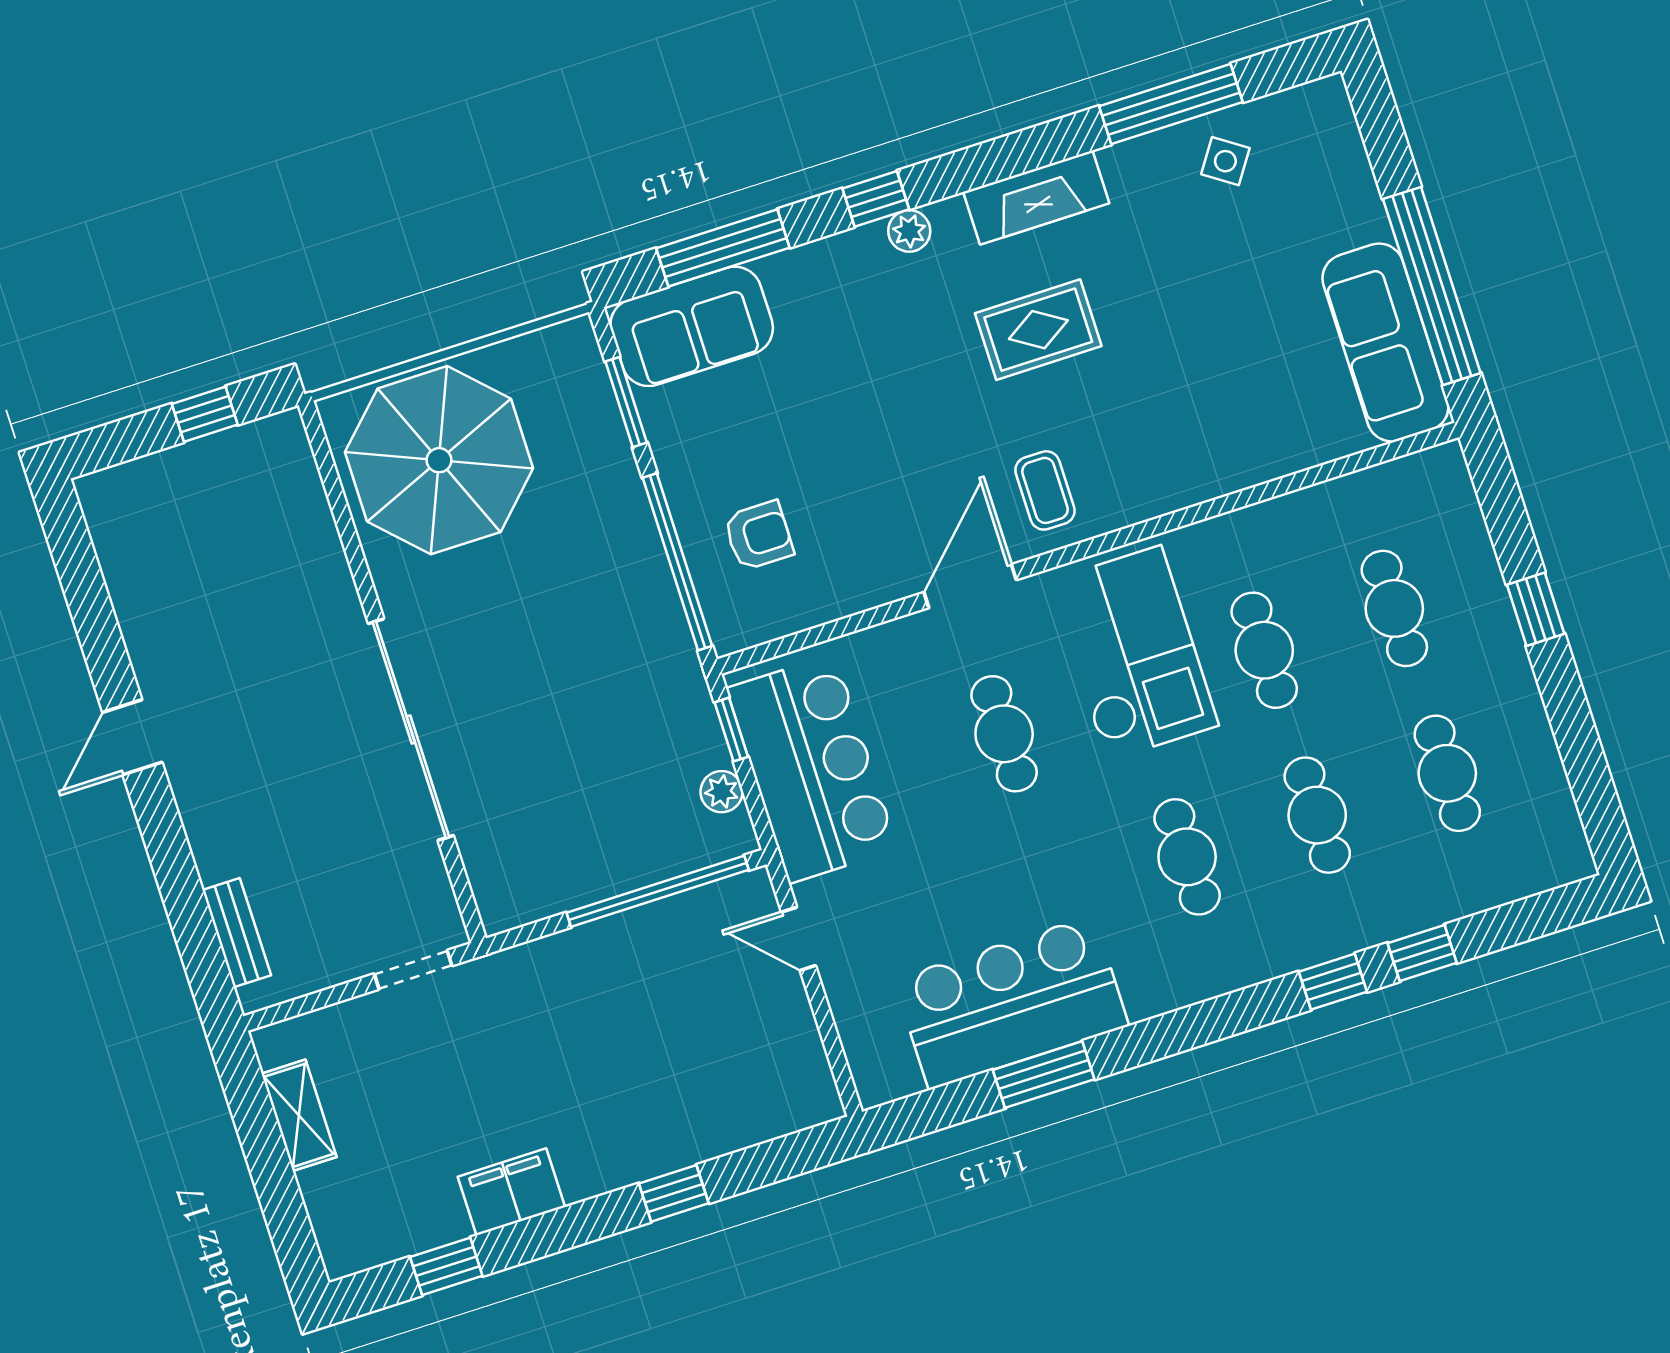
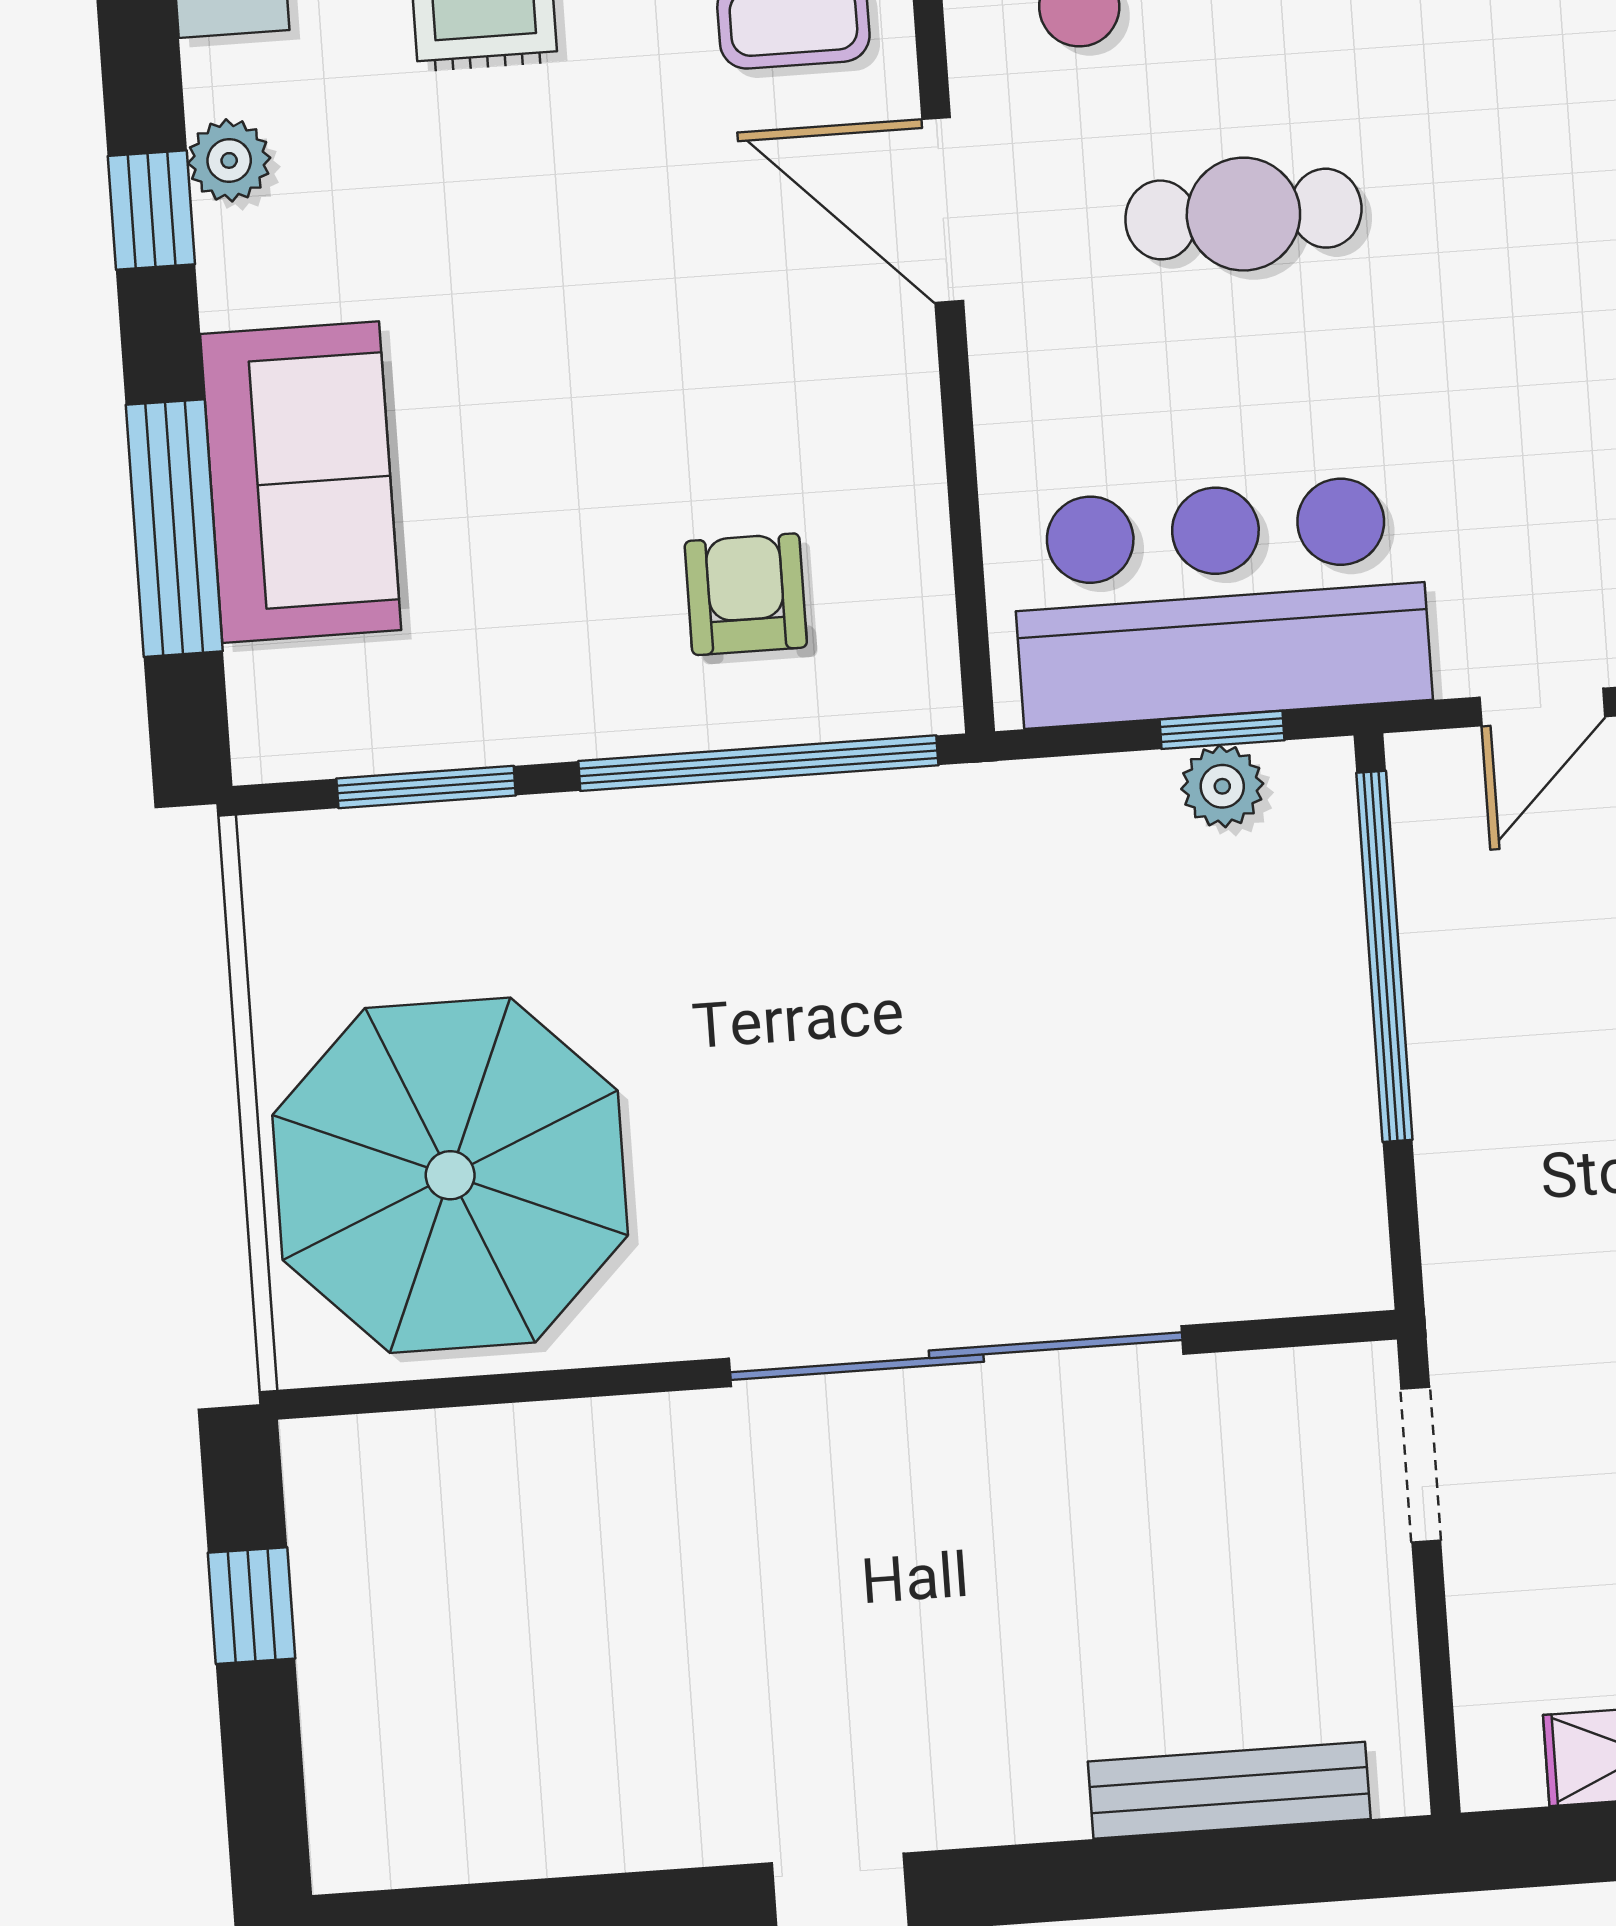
sofa: (692, 326) -> (301, 482), moved
window: (731, 730) -> (1222, 730), moved
bench: (237, 933) -> (1229, 1790), width x1.36

